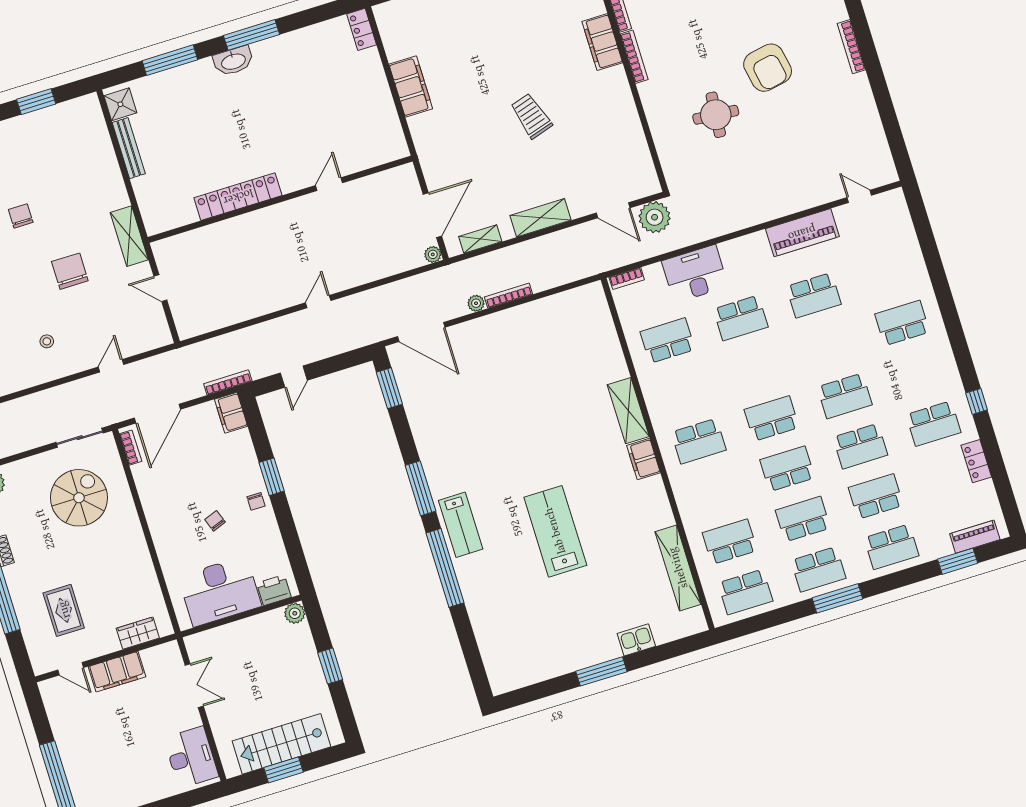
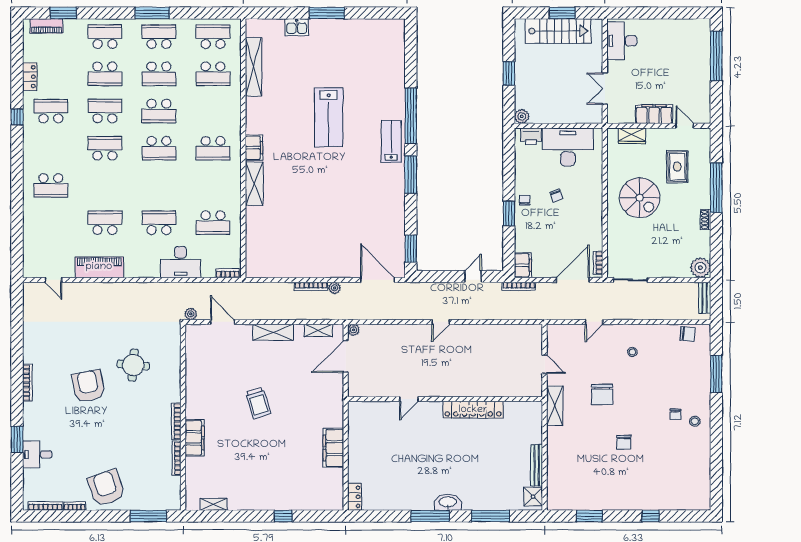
plant: (655, 217) -> (191, 314), width x0.53, depth x0.53
school desk: (699, 441) -> (213, 148), turned 180
spiral stairs: (79, 498) -> (640, 198), moved, turned -90

